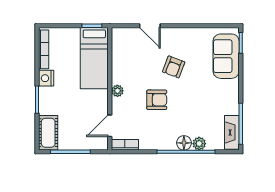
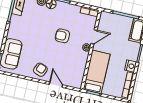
armchair: (174, 67) -> (40, 70), moved
door: (110, 126) -> (94, 37), moved

